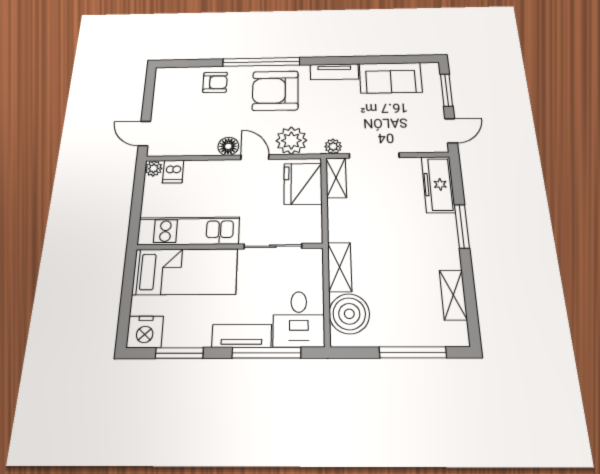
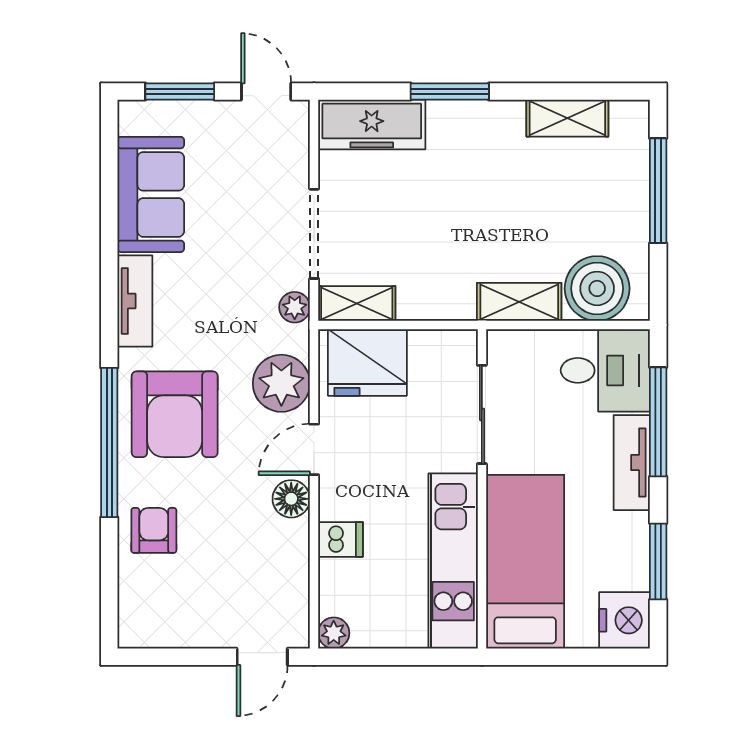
dishwasher: (173, 172) -> (341, 539), moved

